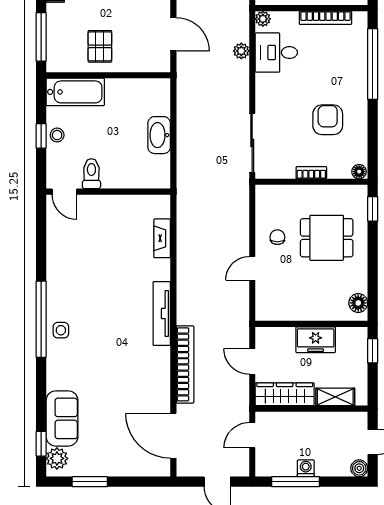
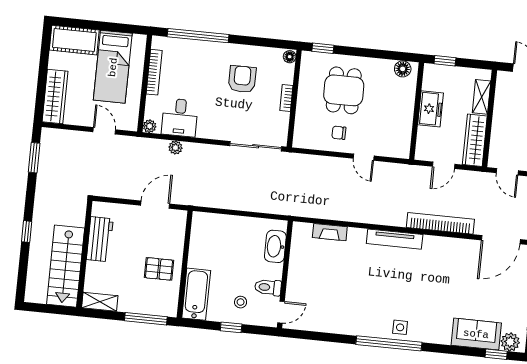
armchair: (328, 120) -> (242, 79), turned 90
stool: (57, 135) -> (241, 302), moved
washbasin: (159, 135) -> (275, 246), moved, turned 90

